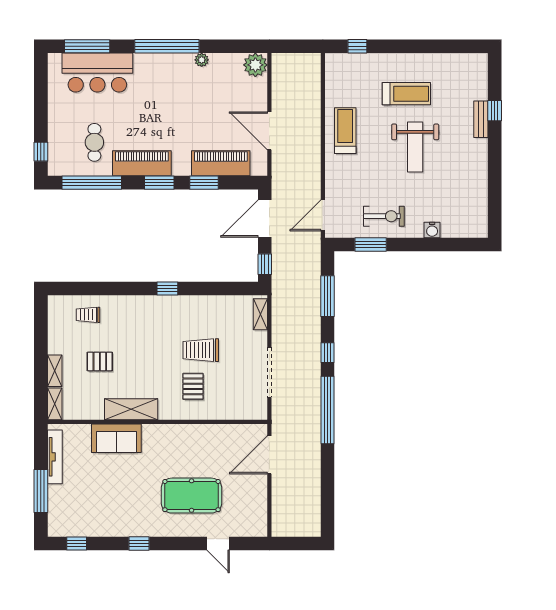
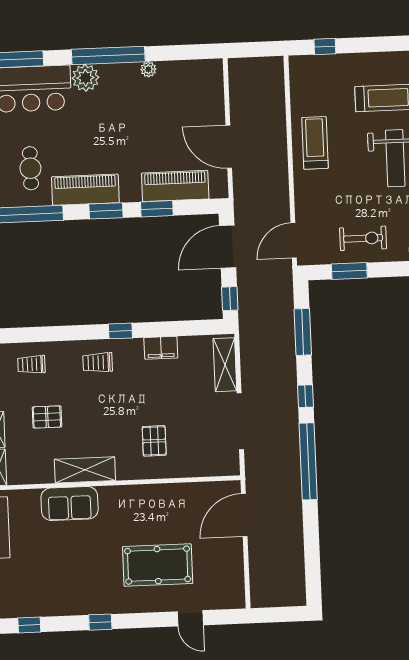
plant: (255, 65) -> (85, 78), moved
filing cabinet: (202, 305) -> (161, 348), added
shelving: (260, 314) -> (225, 365), width x1.50, depth x1.33
trolley: (201, 350) -> (98, 362), moved, width x0.73, depth x0.72

